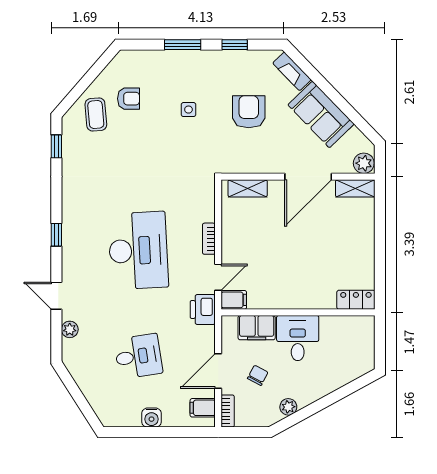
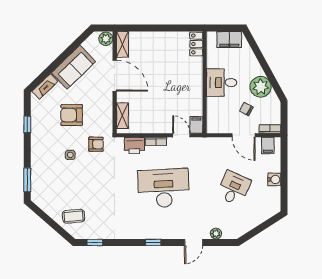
window: (183, 45) -> (27, 180), moved
armchair: (129, 99) -> (96, 144), moved, turned 90
printer: (203, 310) -> (134, 145), moved
filing cabinet: (257, 328) -> (229, 39), moved, turned 90
desk: (138, 356) -> (234, 188), turned 33
plant: (288, 407) -> (261, 87), width x1.88, depth x1.88

